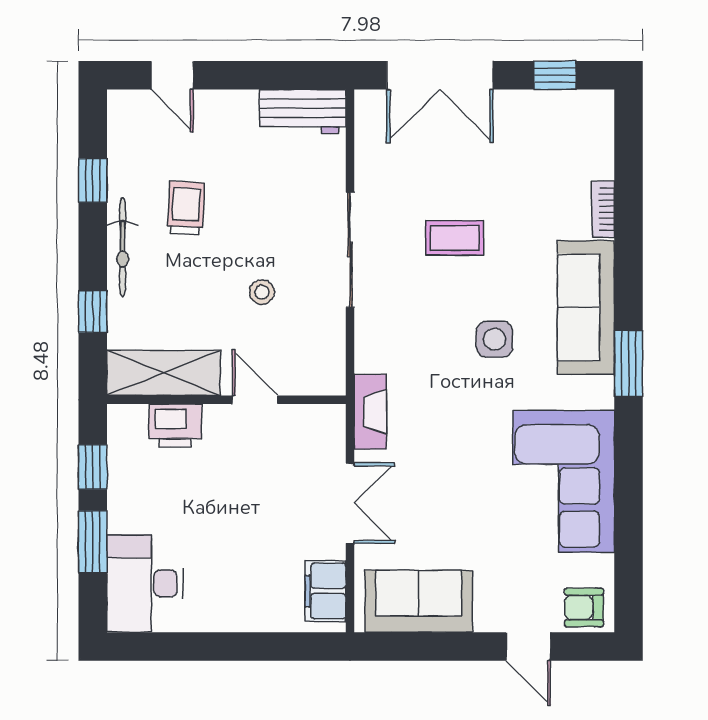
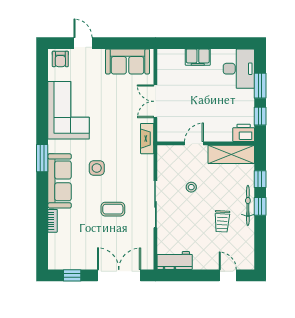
window: (93, 180) -> (260, 206), moved
door: (255, 400) -> (194, 143), swing flipped
printer: (175, 426) -> (244, 133), moved
filing cabinet: (325, 591) -> (198, 57), moved, turned 90
armchair: (584, 608) -> (60, 59), turned 90

